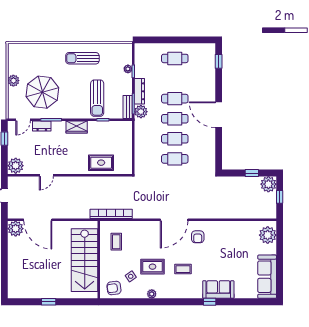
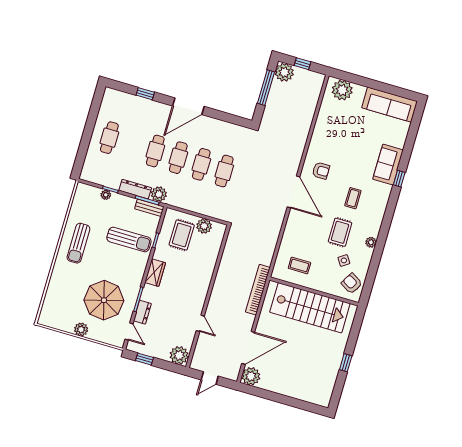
window: (219, 61) -> (145, 94), moved
plant: (126, 156) -> (204, 226), added
rug: (101, 163) -> (182, 235), moved
window: (252, 173) -> (266, 88), width x2.17
bookcase: (111, 214) -> (258, 290), moved
armchair: (114, 288) -> (352, 283), turned 128

